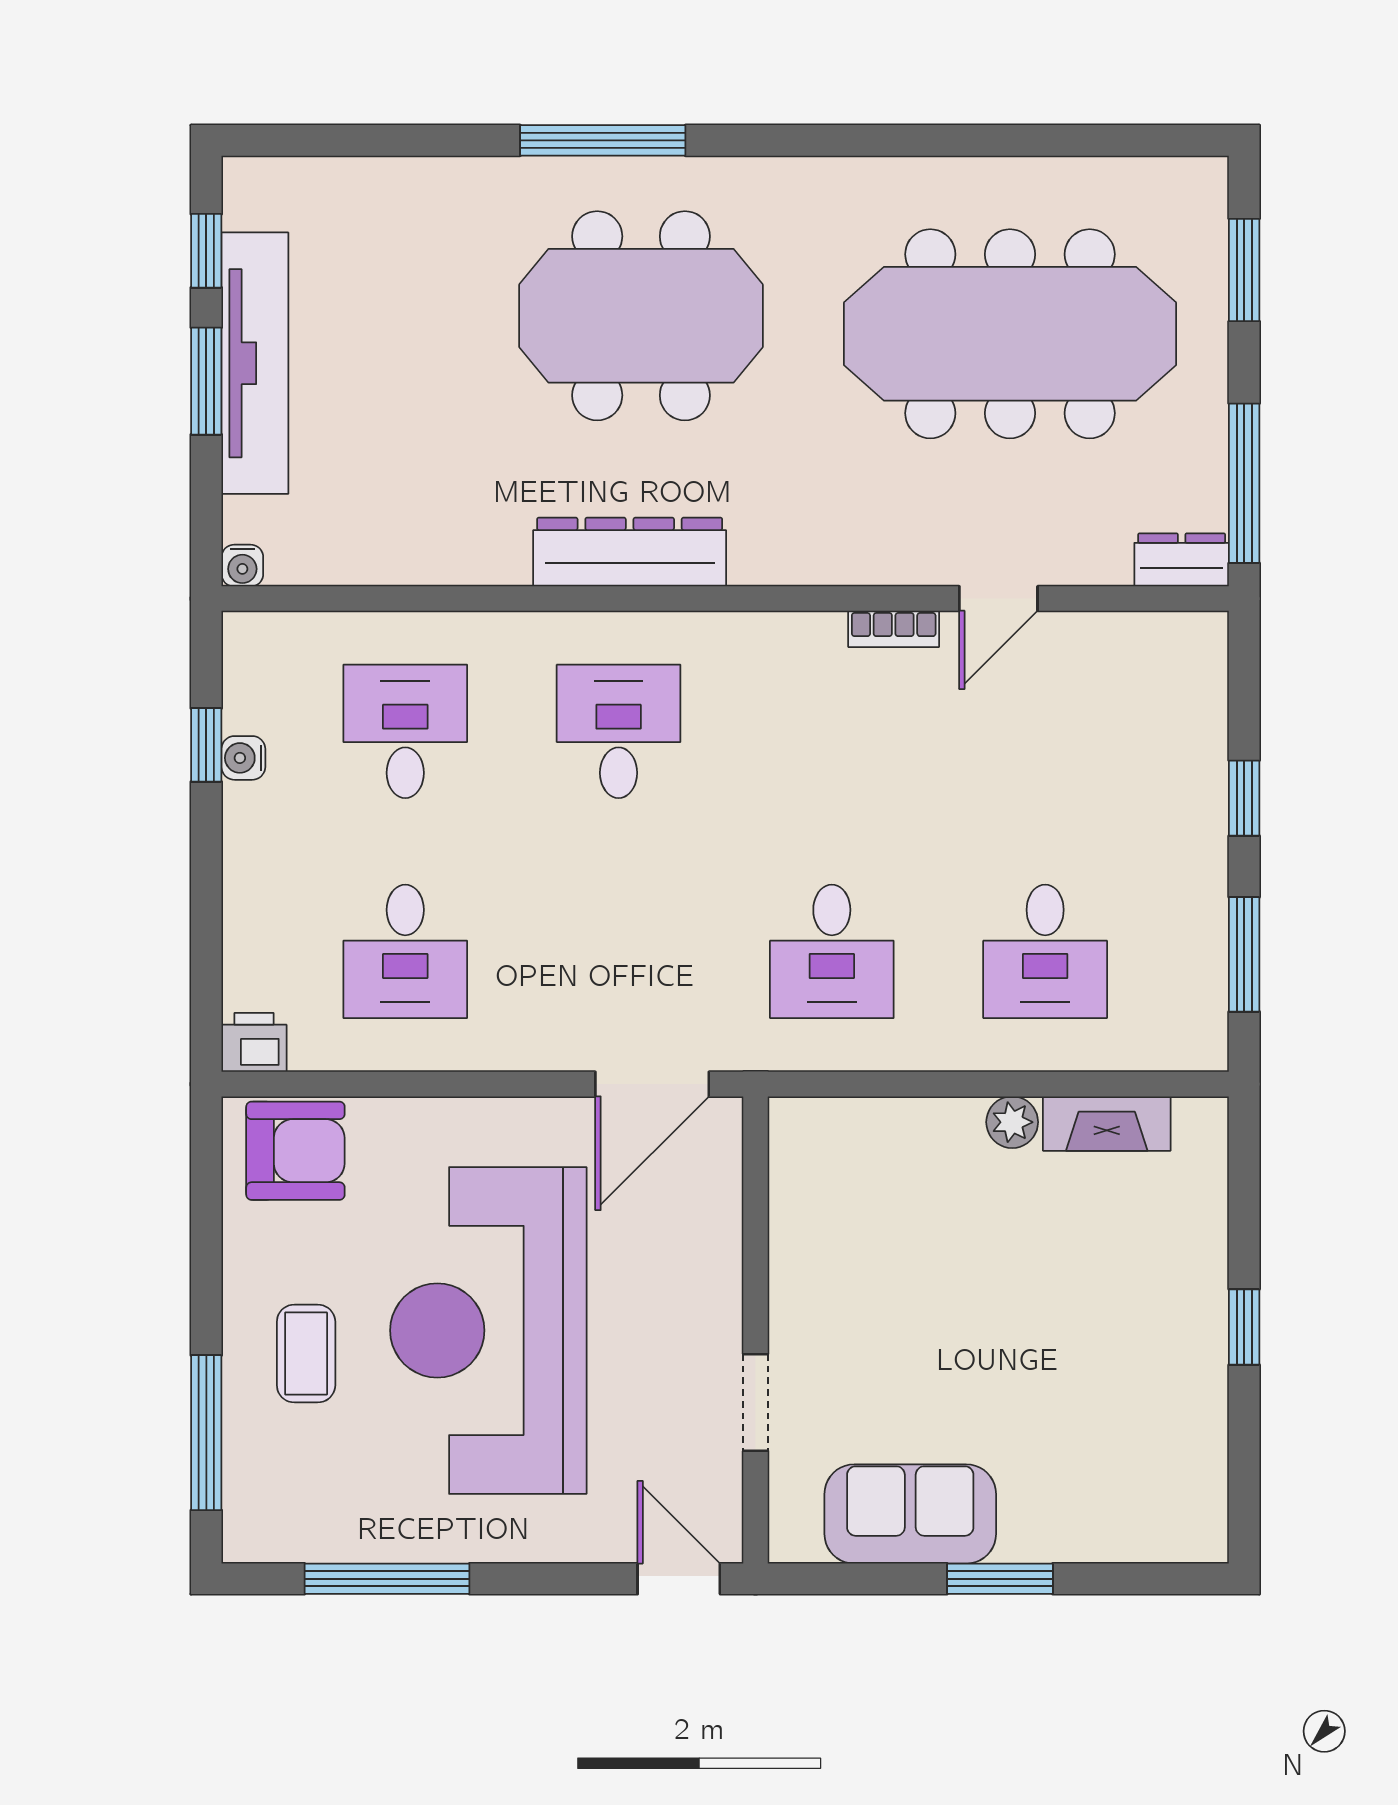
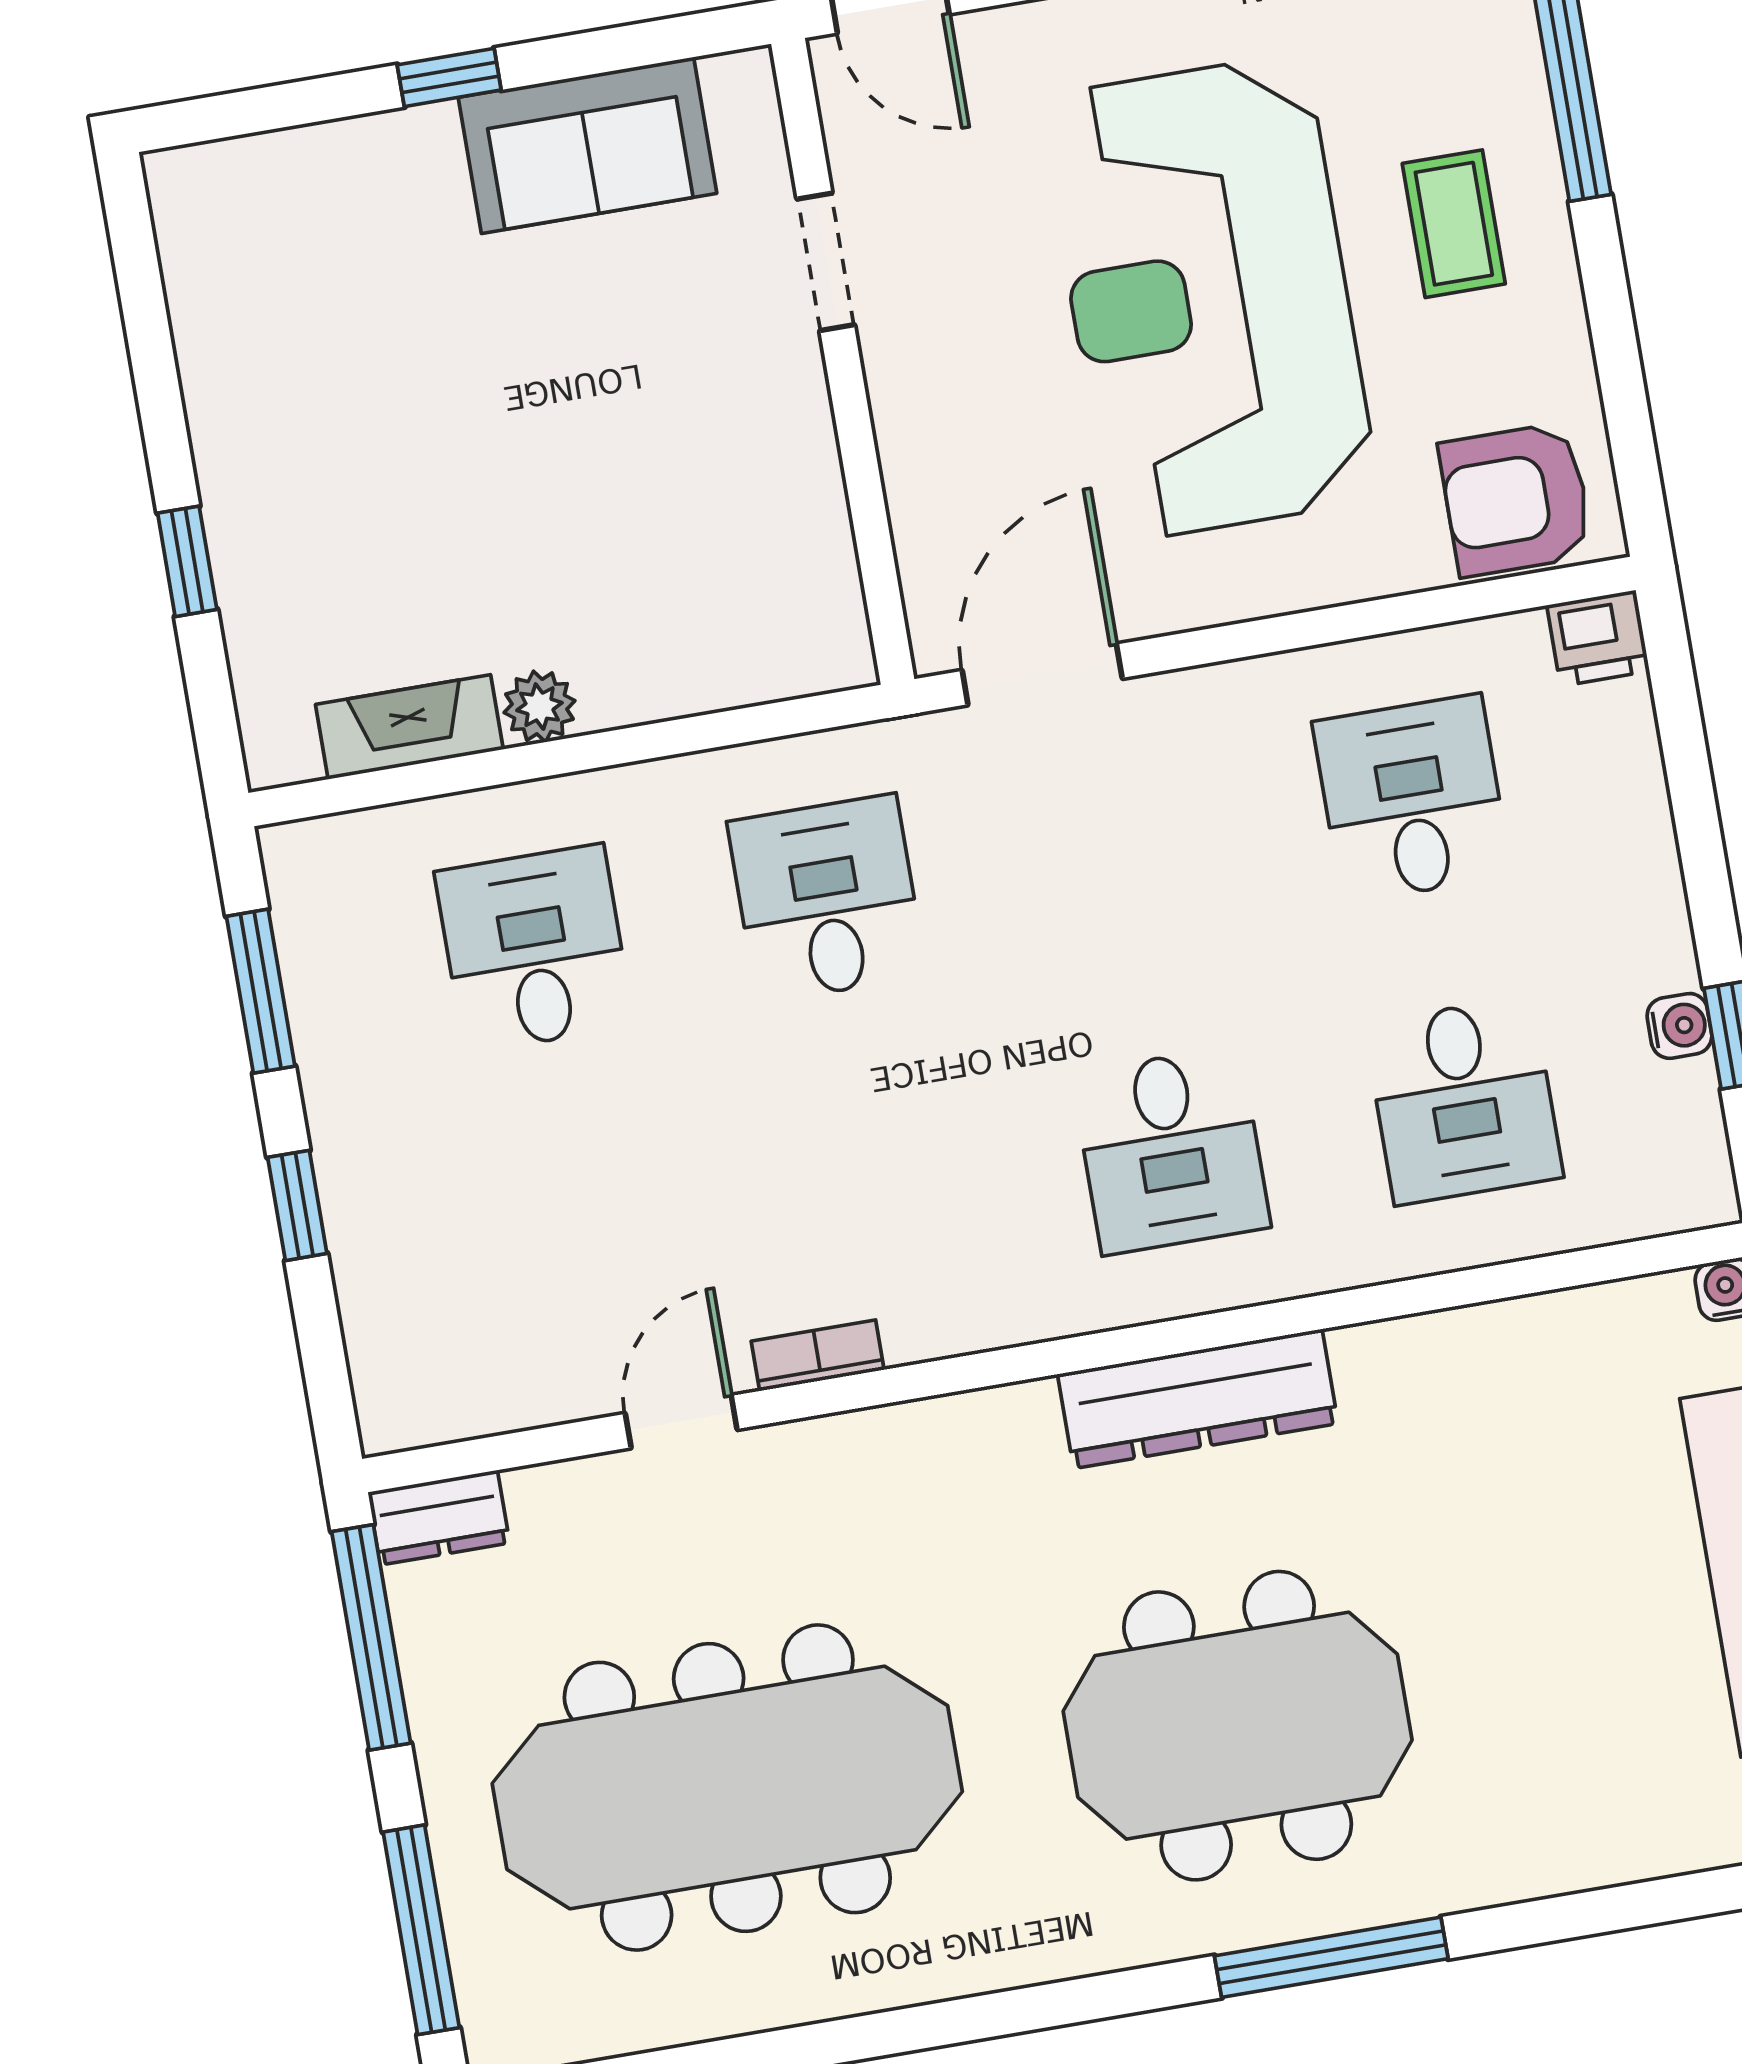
window: (1244, 270) -> (421, 1930), width x1.44
window: (1244, 1327) -> (187, 561), moved
reception desk: (488, 1330) -> (1209, 298), turned 180
window: (1000, 1579) -> (449, 77), width x0.67

